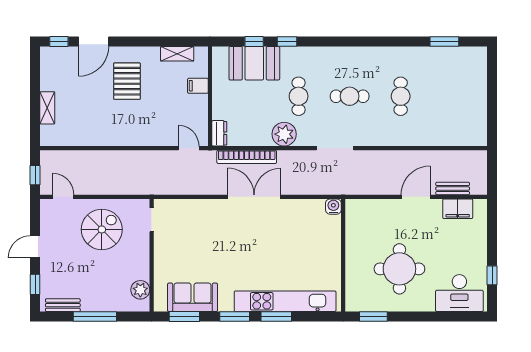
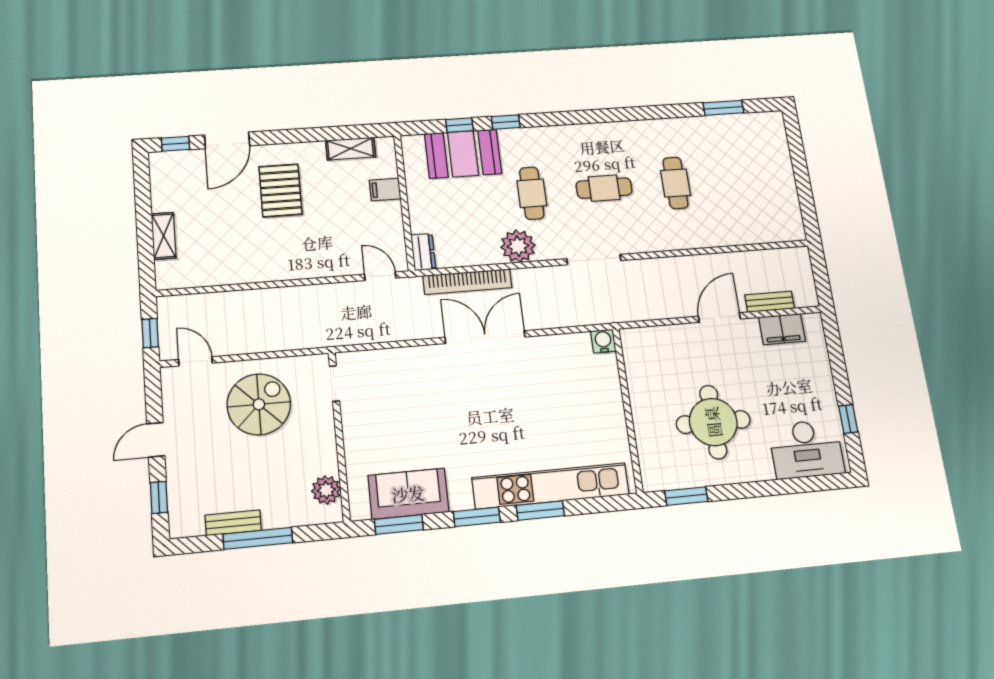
bench: (63, 305) -> (233, 523), moved

